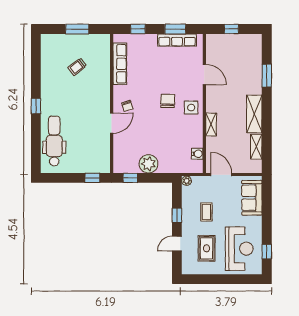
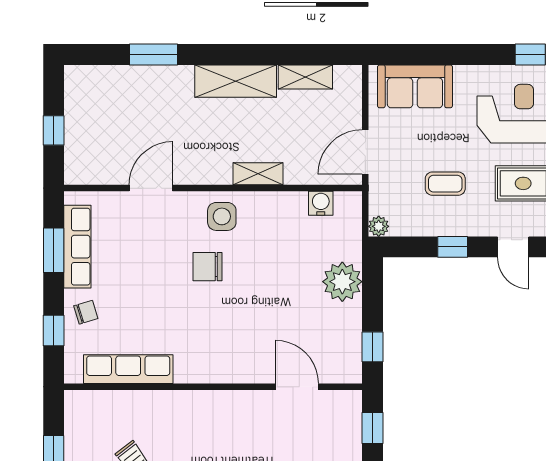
chair: (127, 106) -> (86, 312), moved
door: (112, 123) -> (297, 387), moved
plant: (148, 164) -> (342, 282), moved

